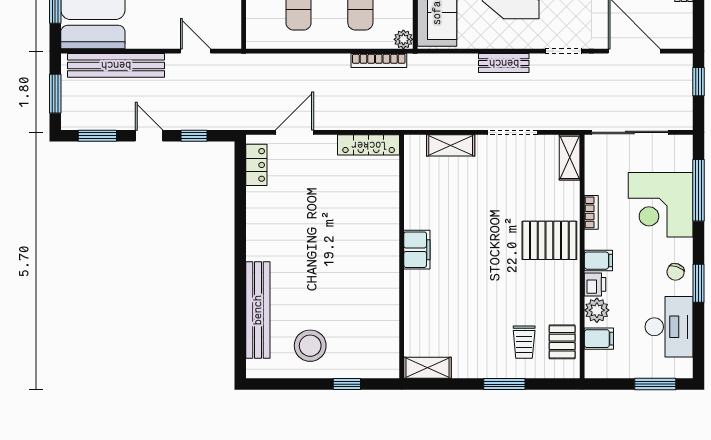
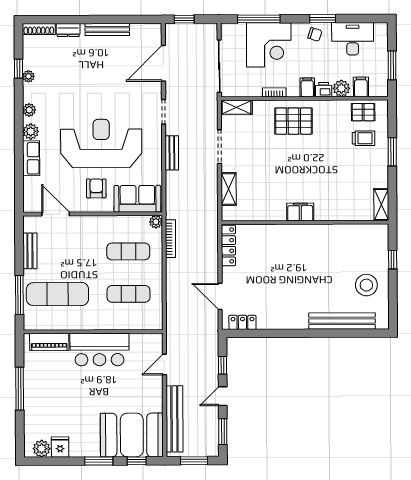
pallet: (549, 240) -> (293, 121), turned 90
window: (655, 384) -> (392, 65), moved

